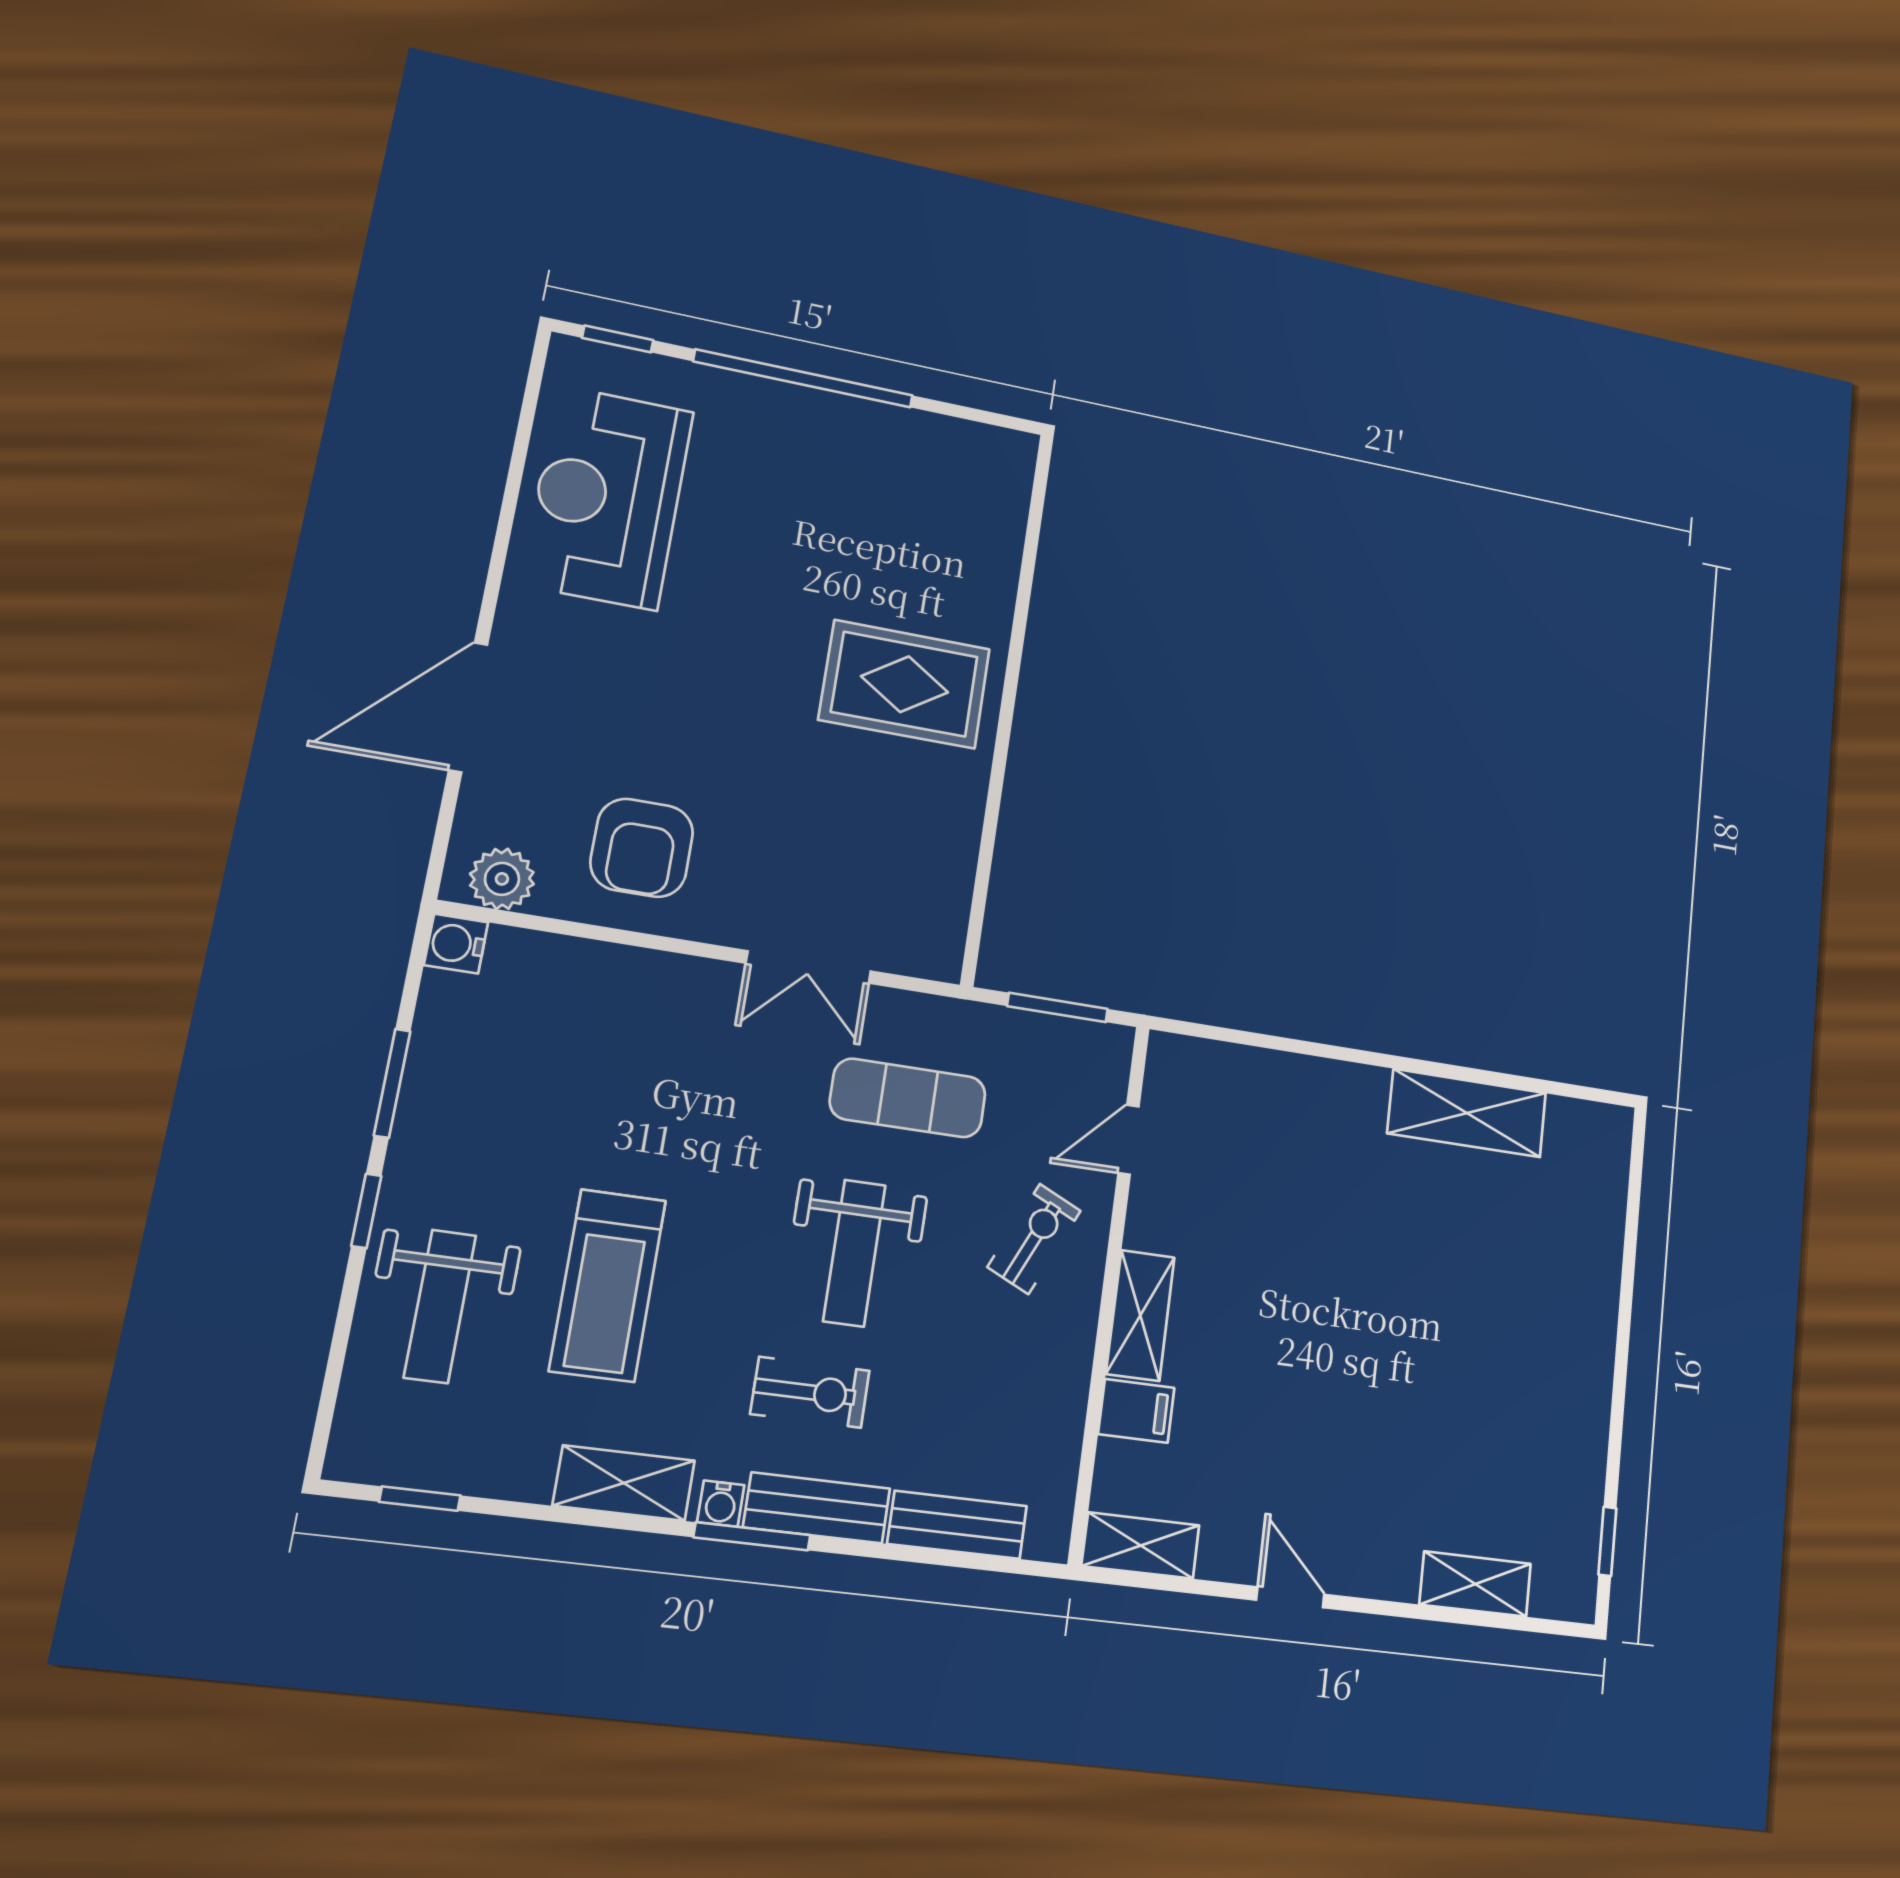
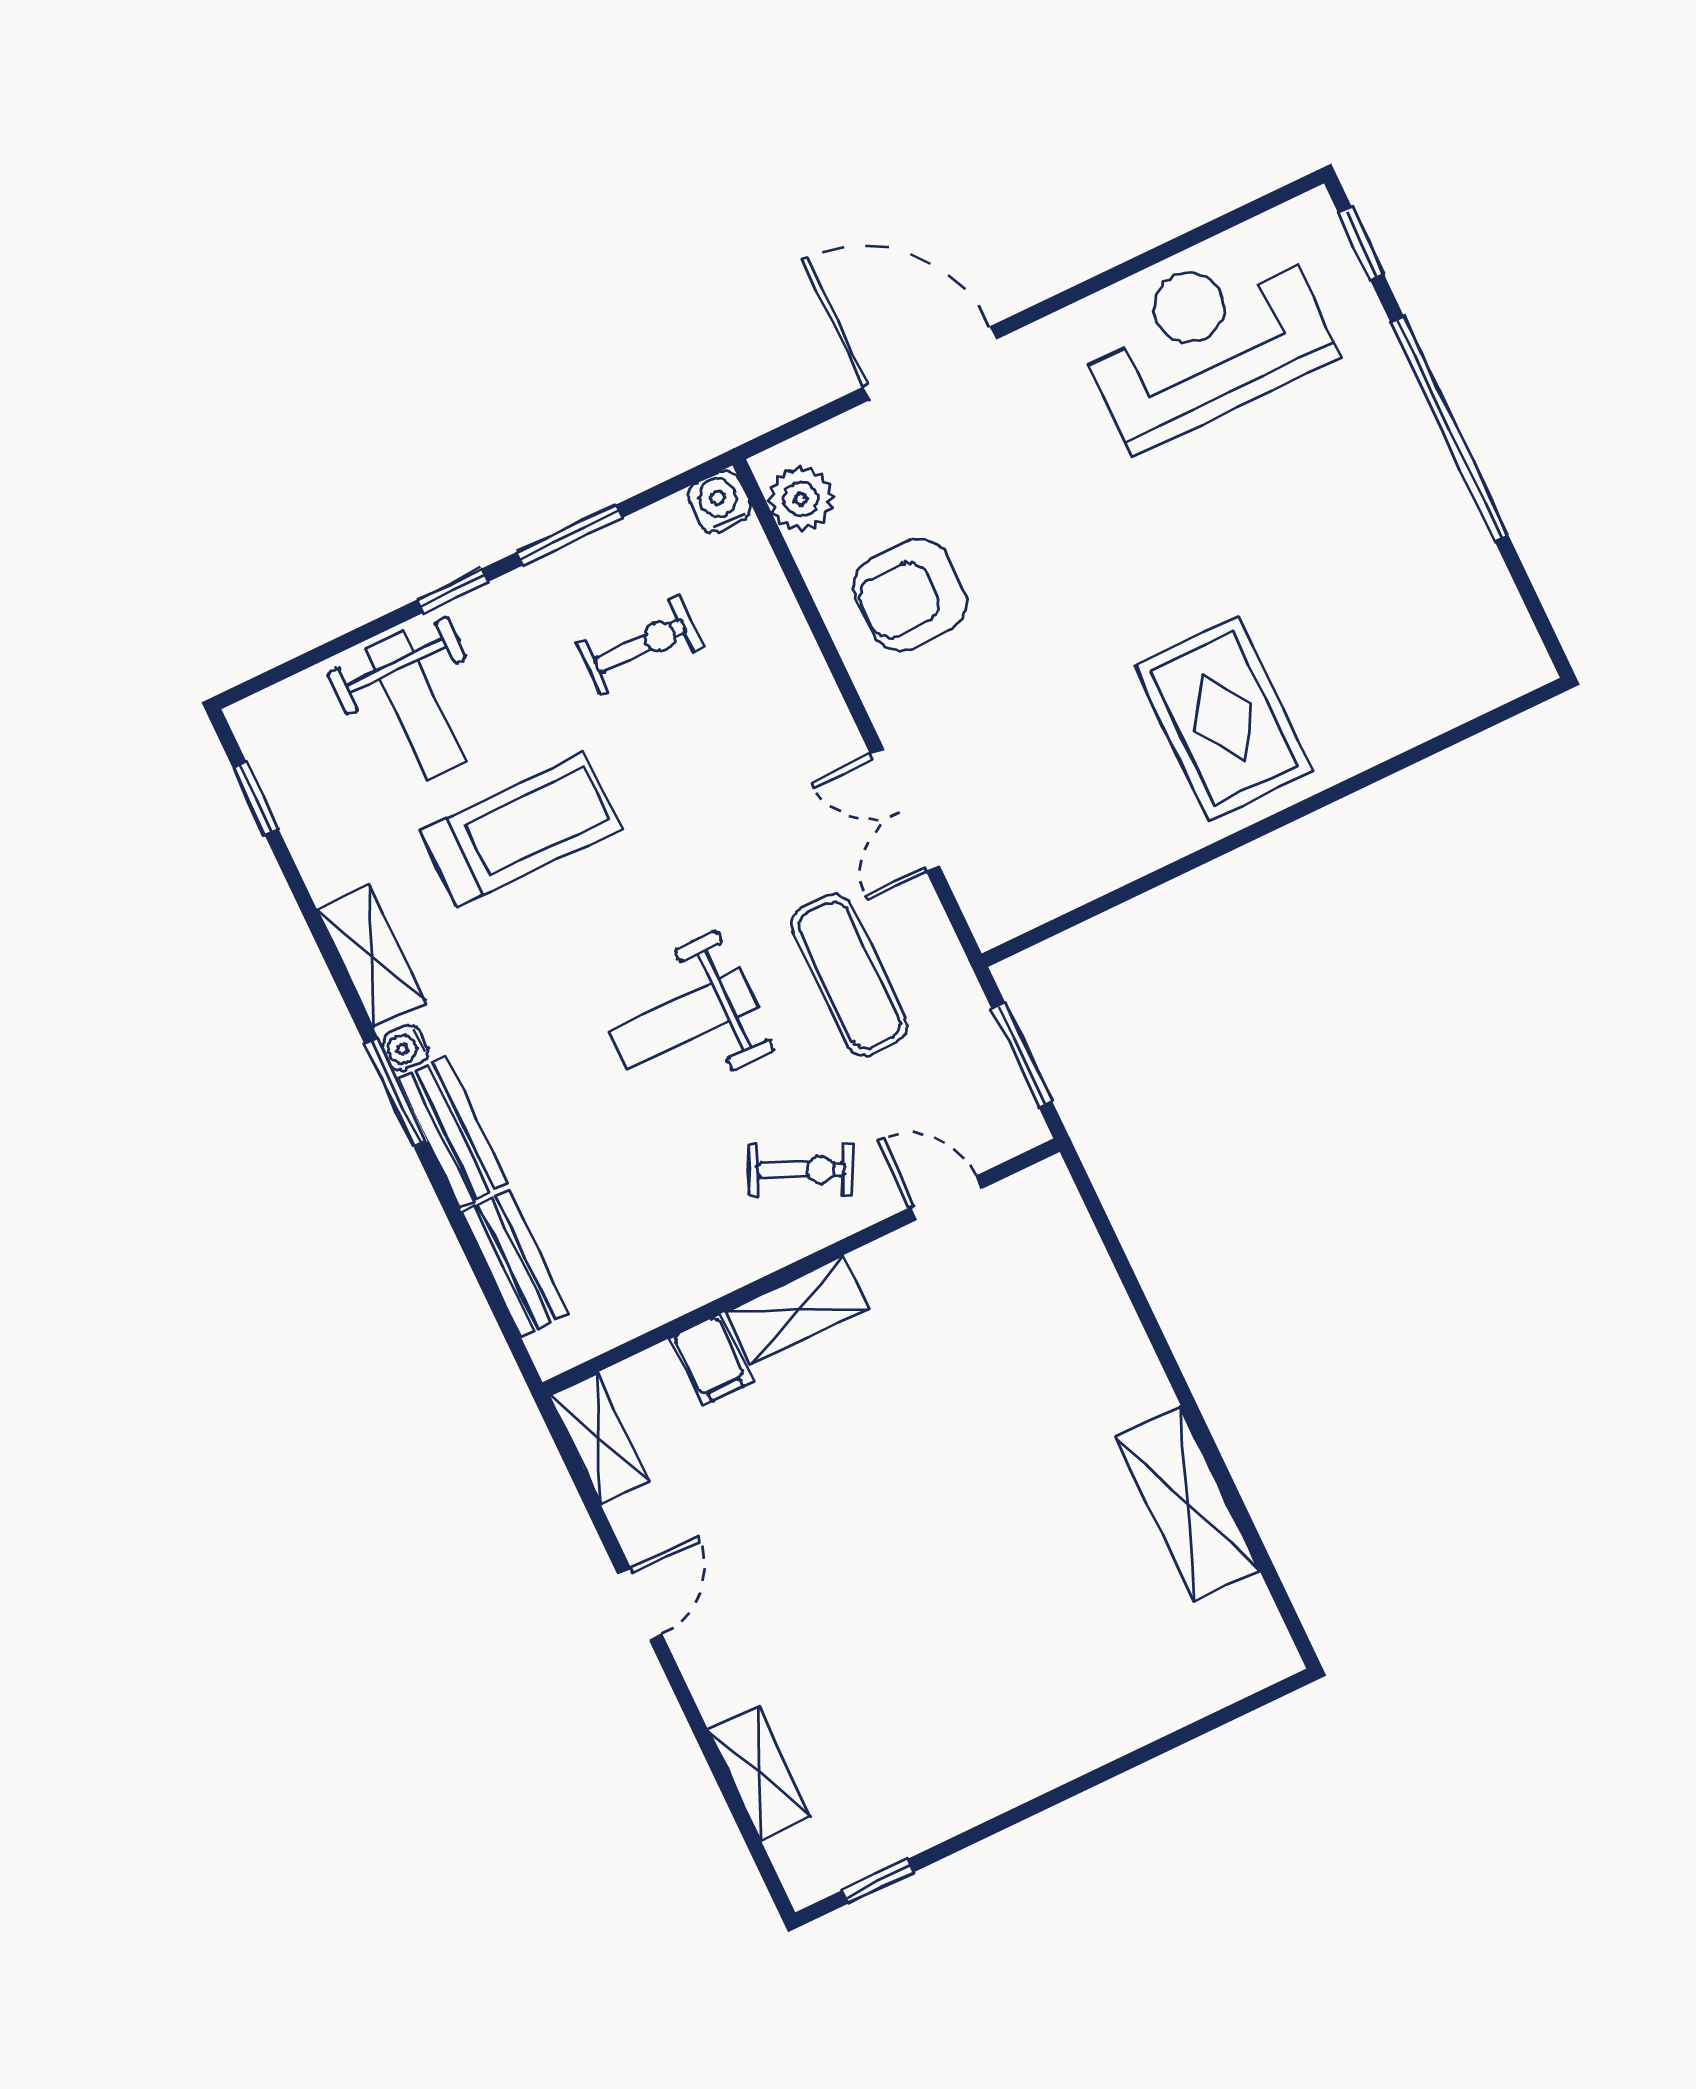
treadmill: (608, 1285) -> (521, 829), turned 180
weight bench: (440, 1306) -> (415, 705), turned -90
exercise bike: (810, 1392) -> (640, 646), moved, turned -90

